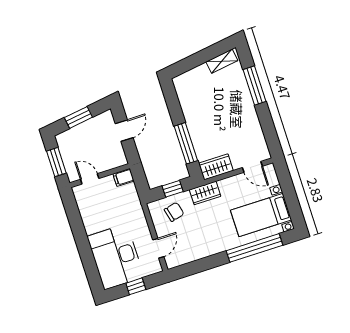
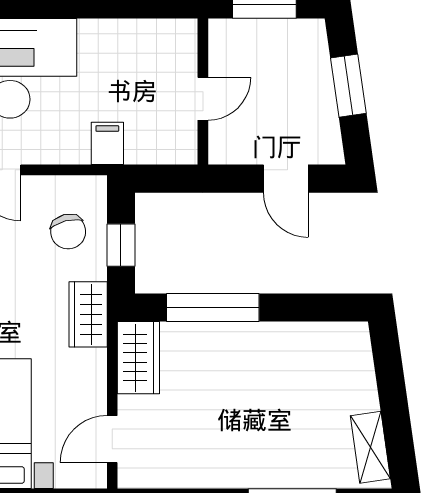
filing cabinet: (124, 177) -> (107, 143), moved
door: (90, 179) -> (203, 99), moved

